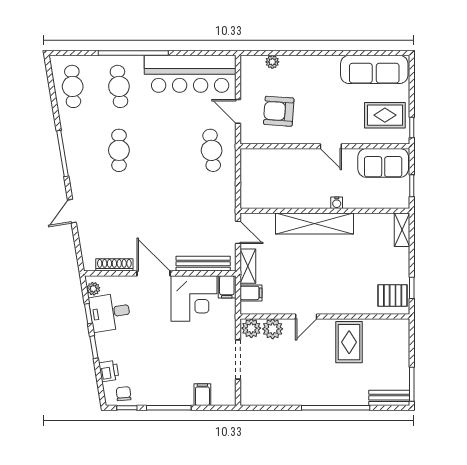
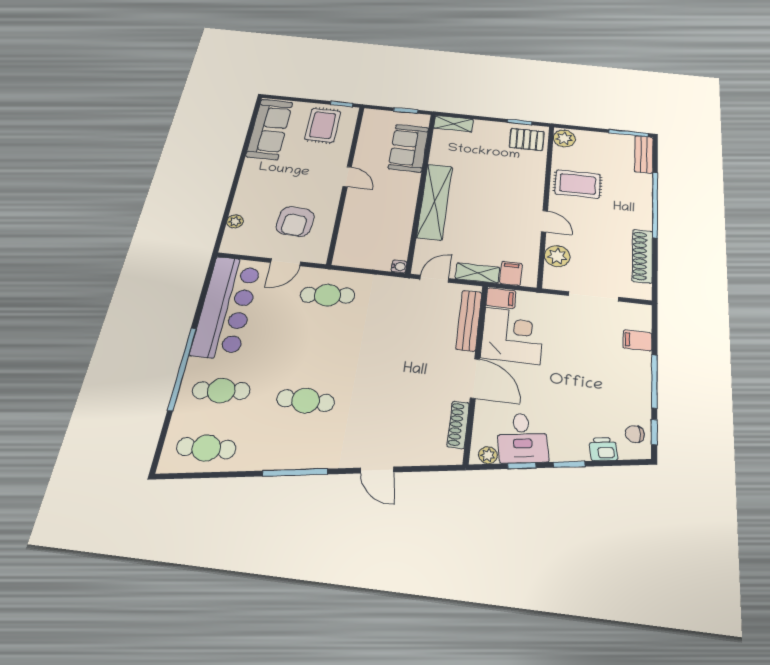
door: (331, 146) -> (347, 177), hinge flipped
sofa: (383, 163) -> (409, 148), moved, turned 180
water cooler: (337, 203) -> (399, 266), moved
door: (154, 273) -> (475, 378), swing flipped
pallet: (393, 296) -> (527, 139), turned 90
plant: (251, 328) -> (564, 138), moved
shoe rack: (282, 398) -> (642, 256), added

